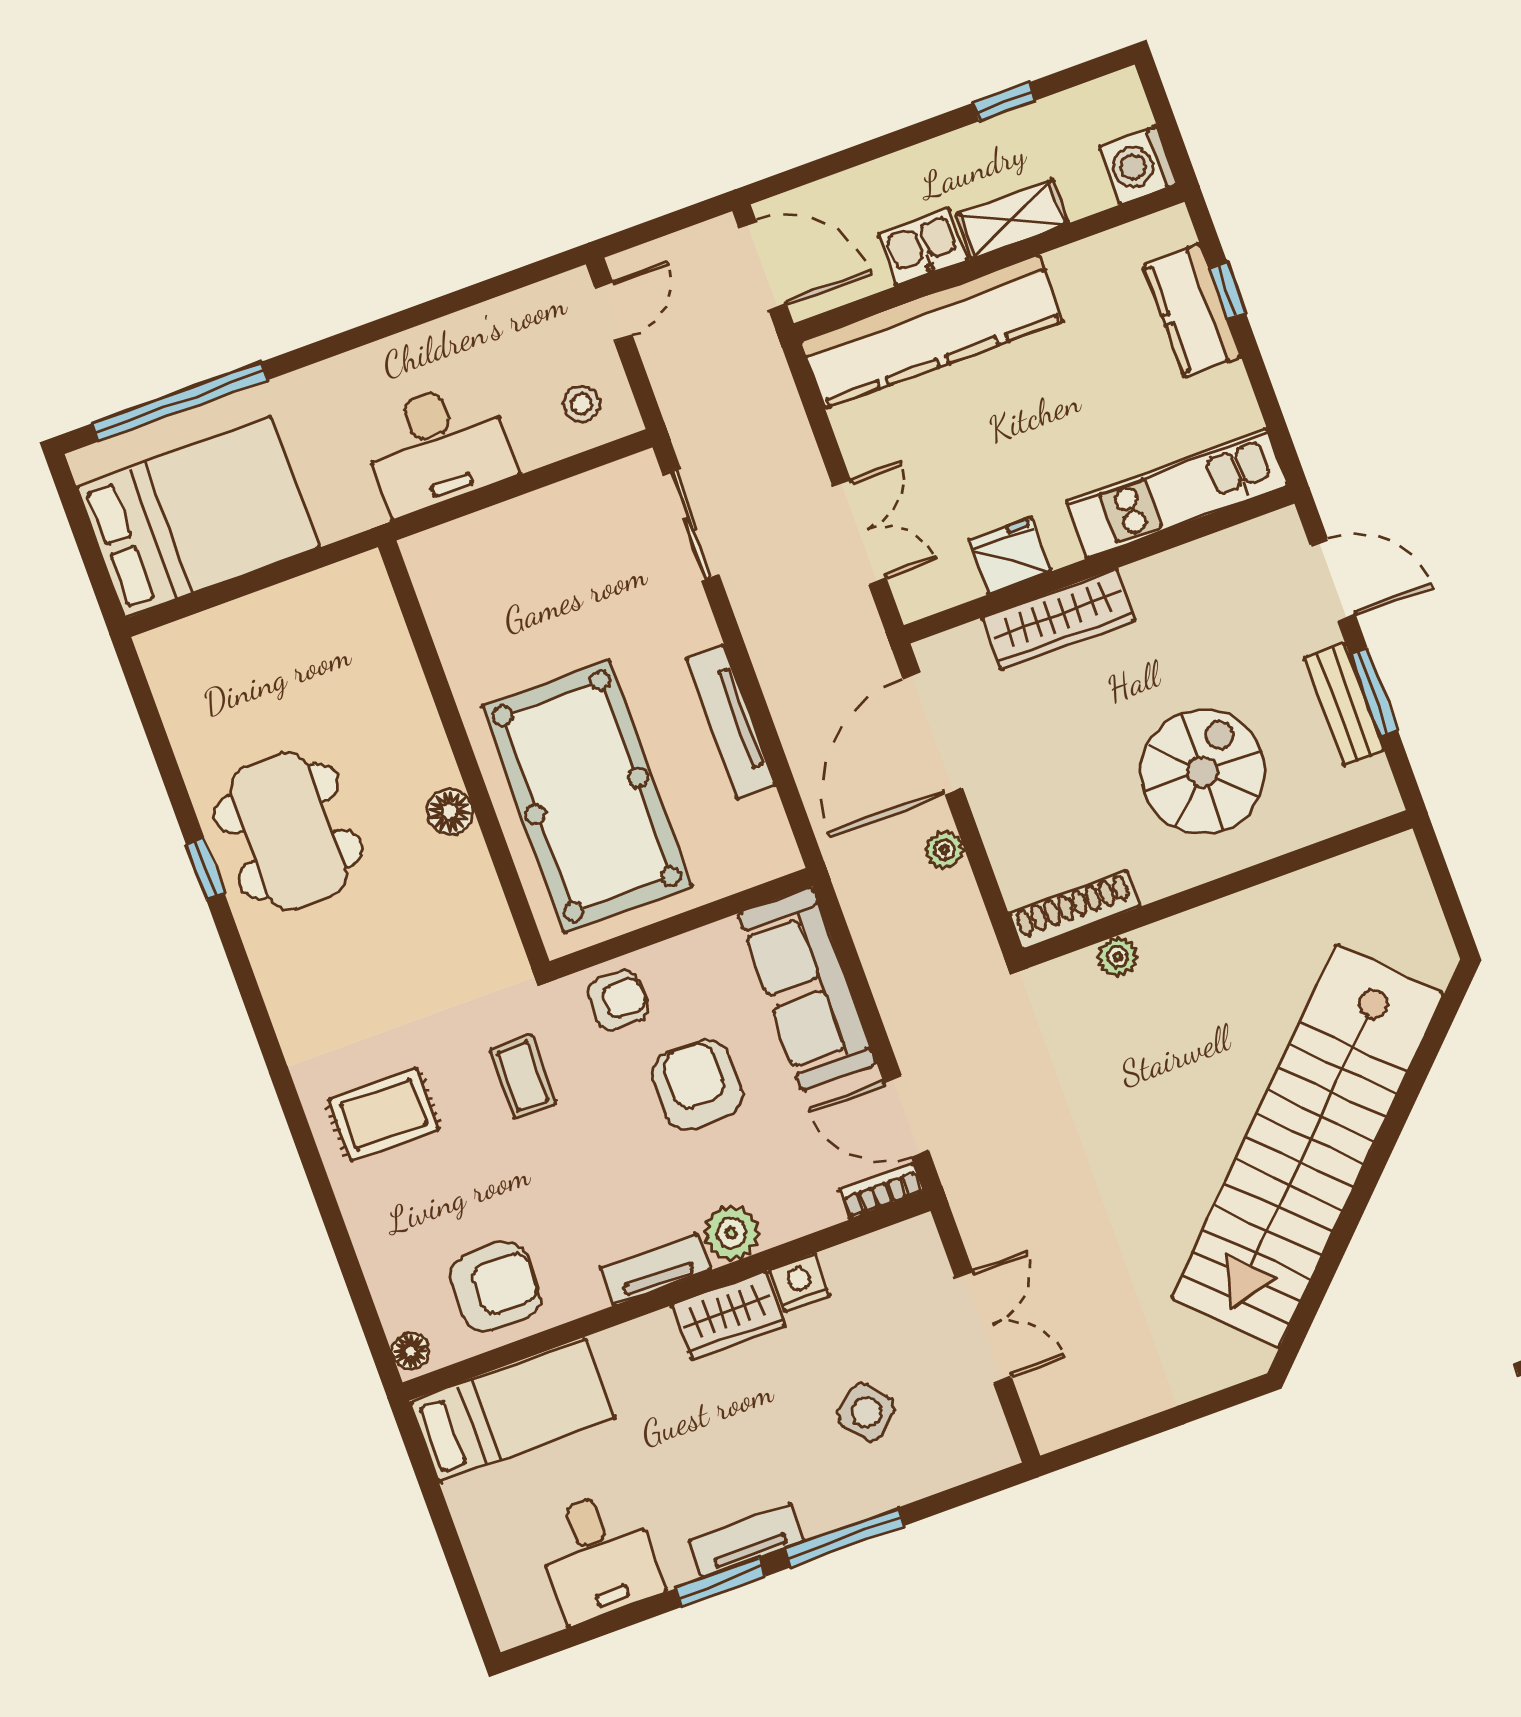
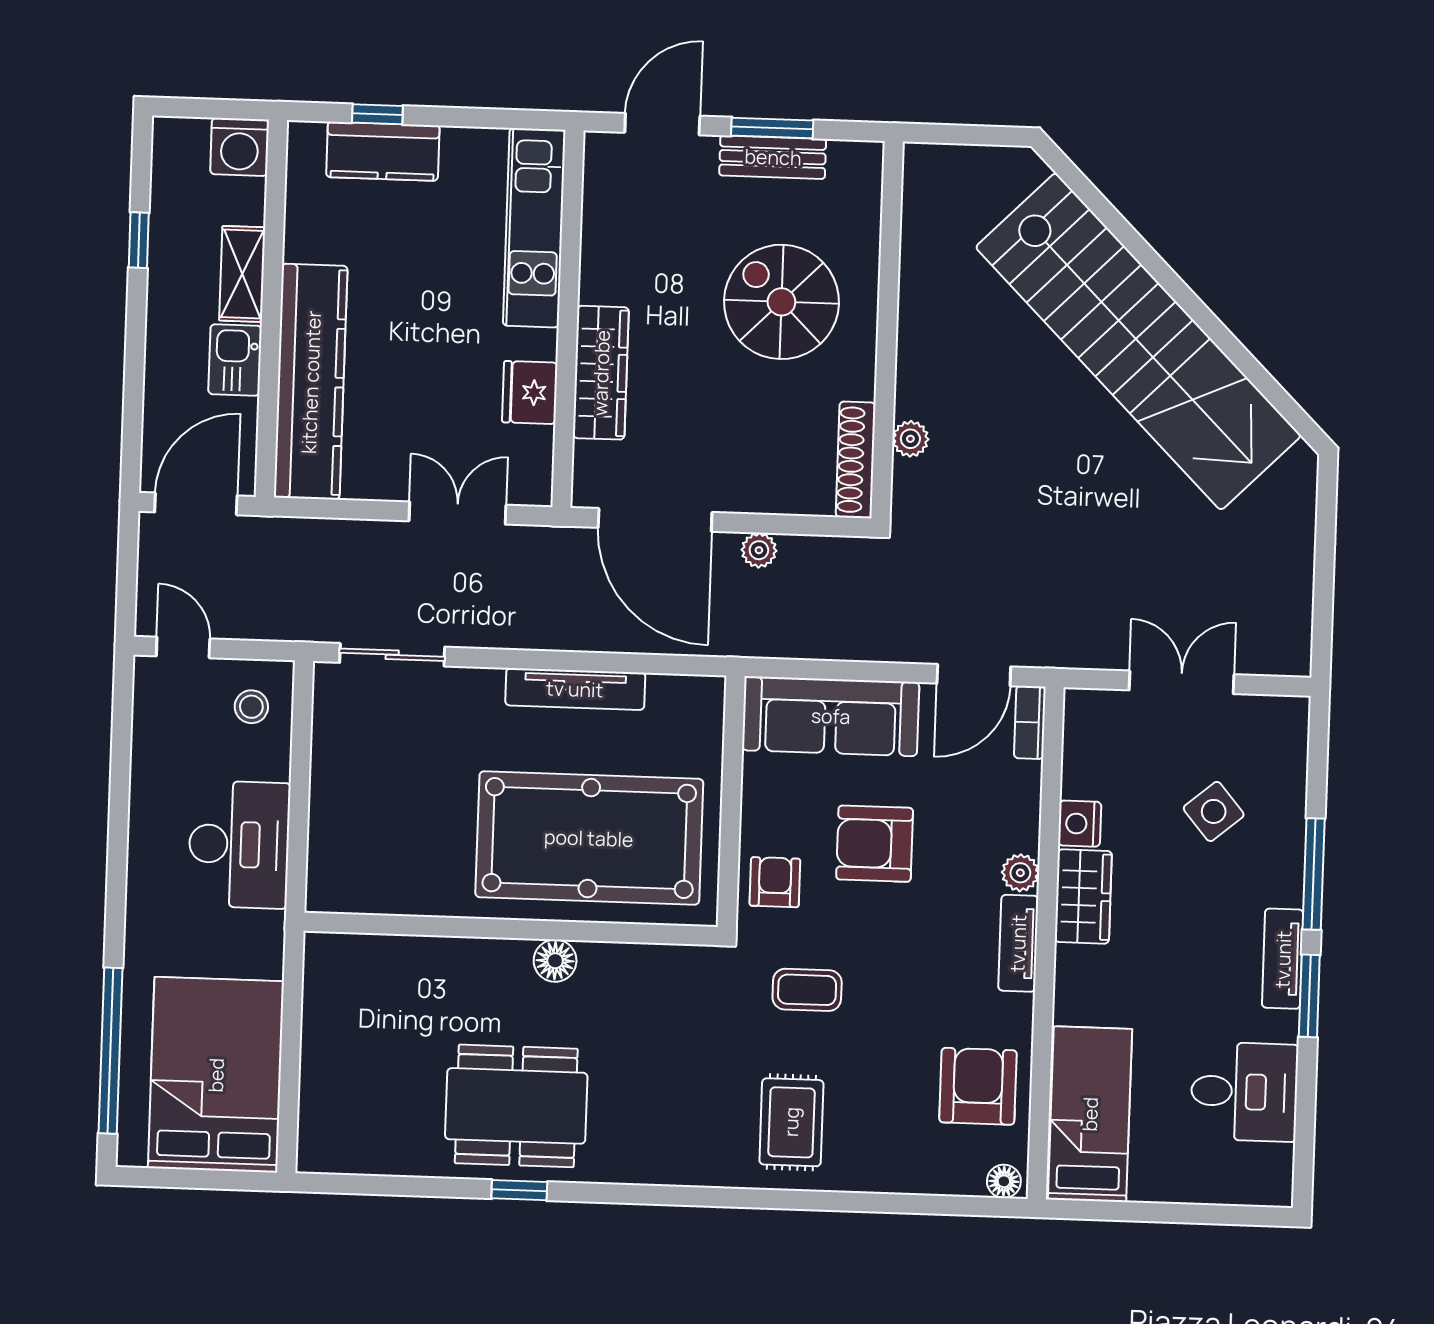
plant: (731, 1233) -> (1020, 873), width x0.73, depth x0.73

